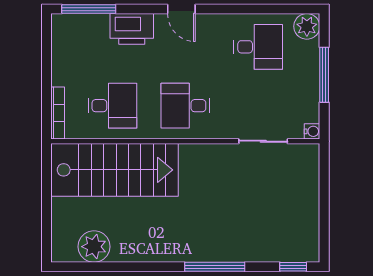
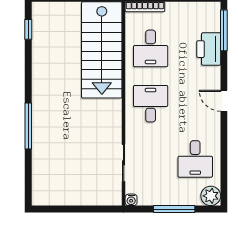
door: (181, 9) -> (224, 101), hinge flipped
printer: (132, 29) -> (209, 49), moved
plant: (94, 247) -> (44, 34), removed
window: (293, 267) -> (28, 29), moved

